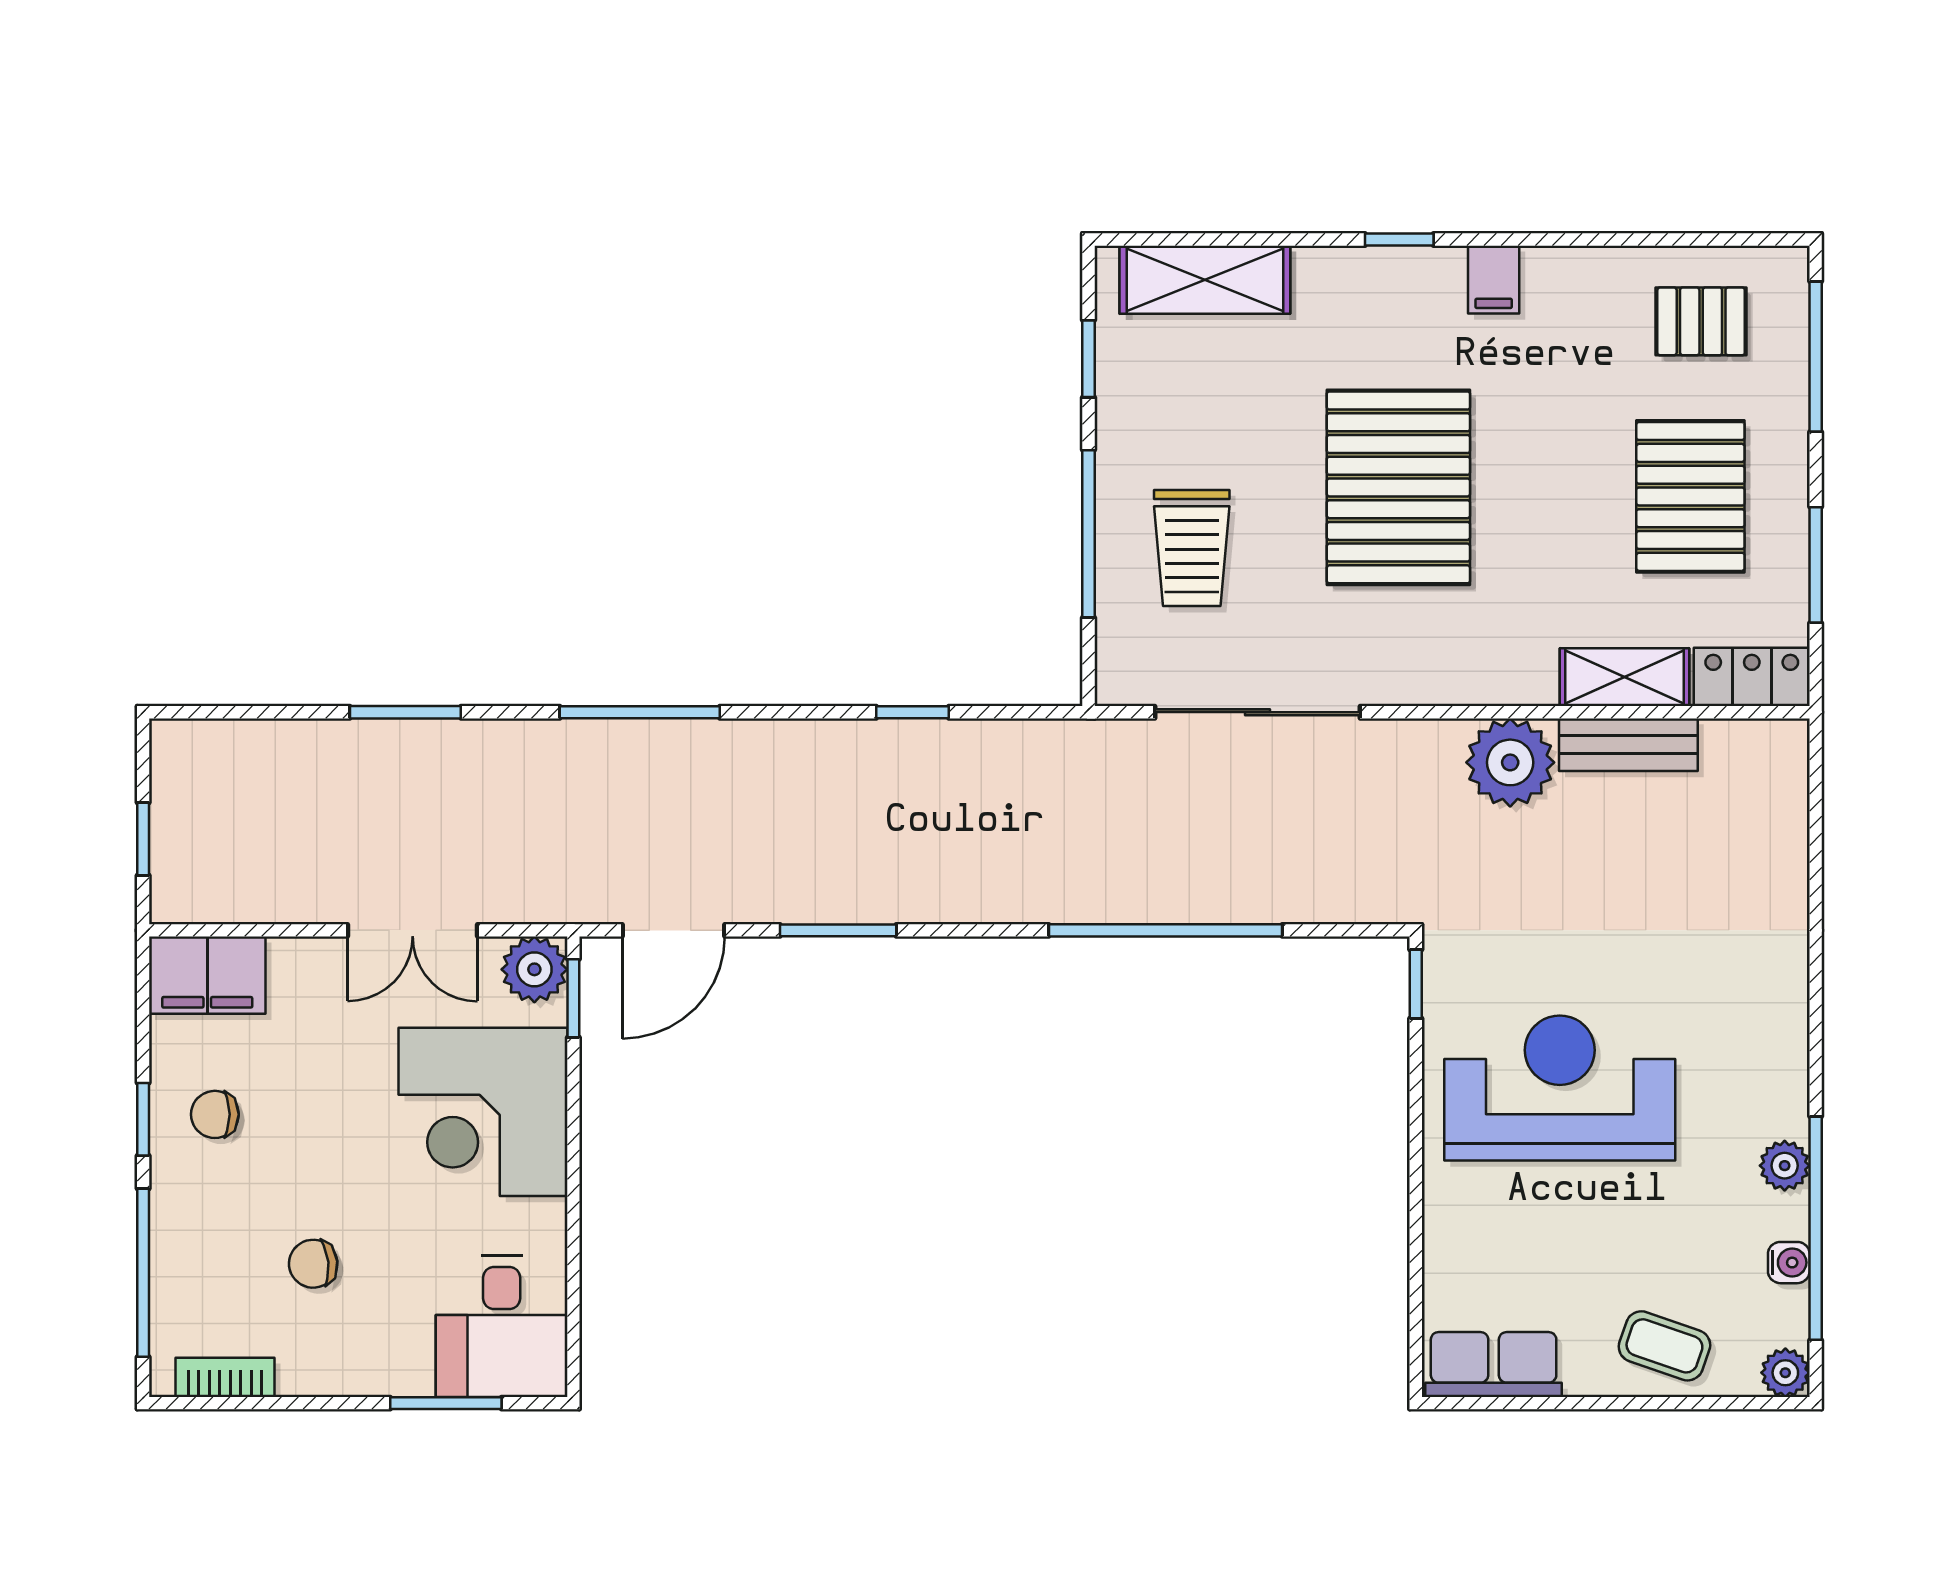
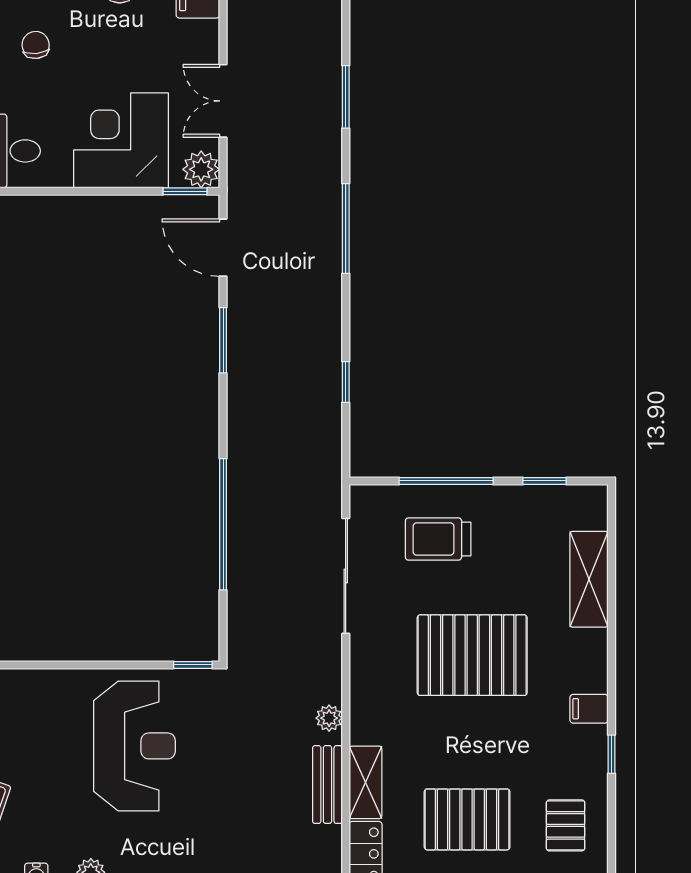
window: (1399, 240) -> (612, 754), moved
shelving: (1205, 280) -> (589, 579), moved
plant: (1510, 762) -> (329, 718), width x0.53, depth x0.53

